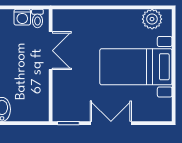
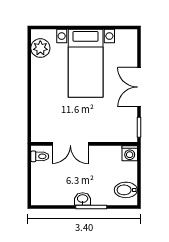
washing machine: (22, 17) -> (130, 153), moved, turned 90
double door: (51, 51) -> (70, 144), swing flipped

